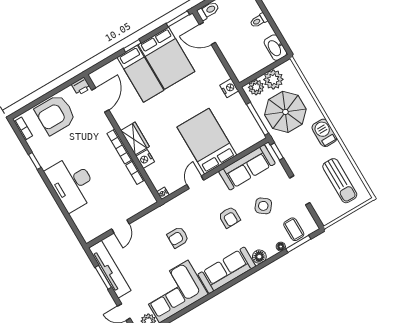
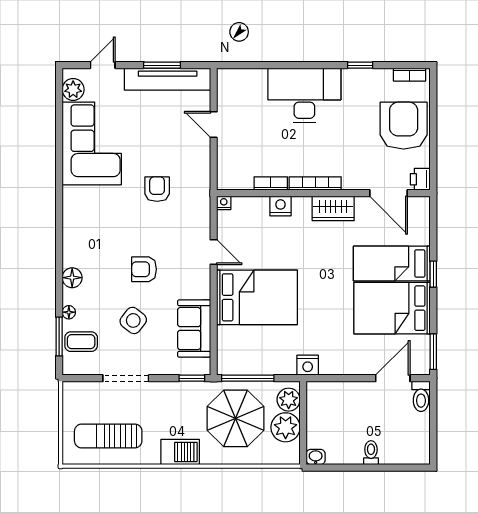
washbasin: (275, 48) -> (316, 457), width x0.52, depth x0.69
wardrobe: (135, 139) -> (333, 208), moved
sofa: (247, 167) -> (194, 329), width x0.73
sofa: (227, 270) -> (79, 226), removed

